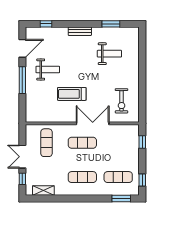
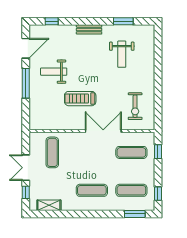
weight bench: (109, 54) -> (122, 54), turned 90
weight bench: (48, 69) -> (54, 72), turned 180
exercise mat: (82, 143) -> (131, 152), moved

